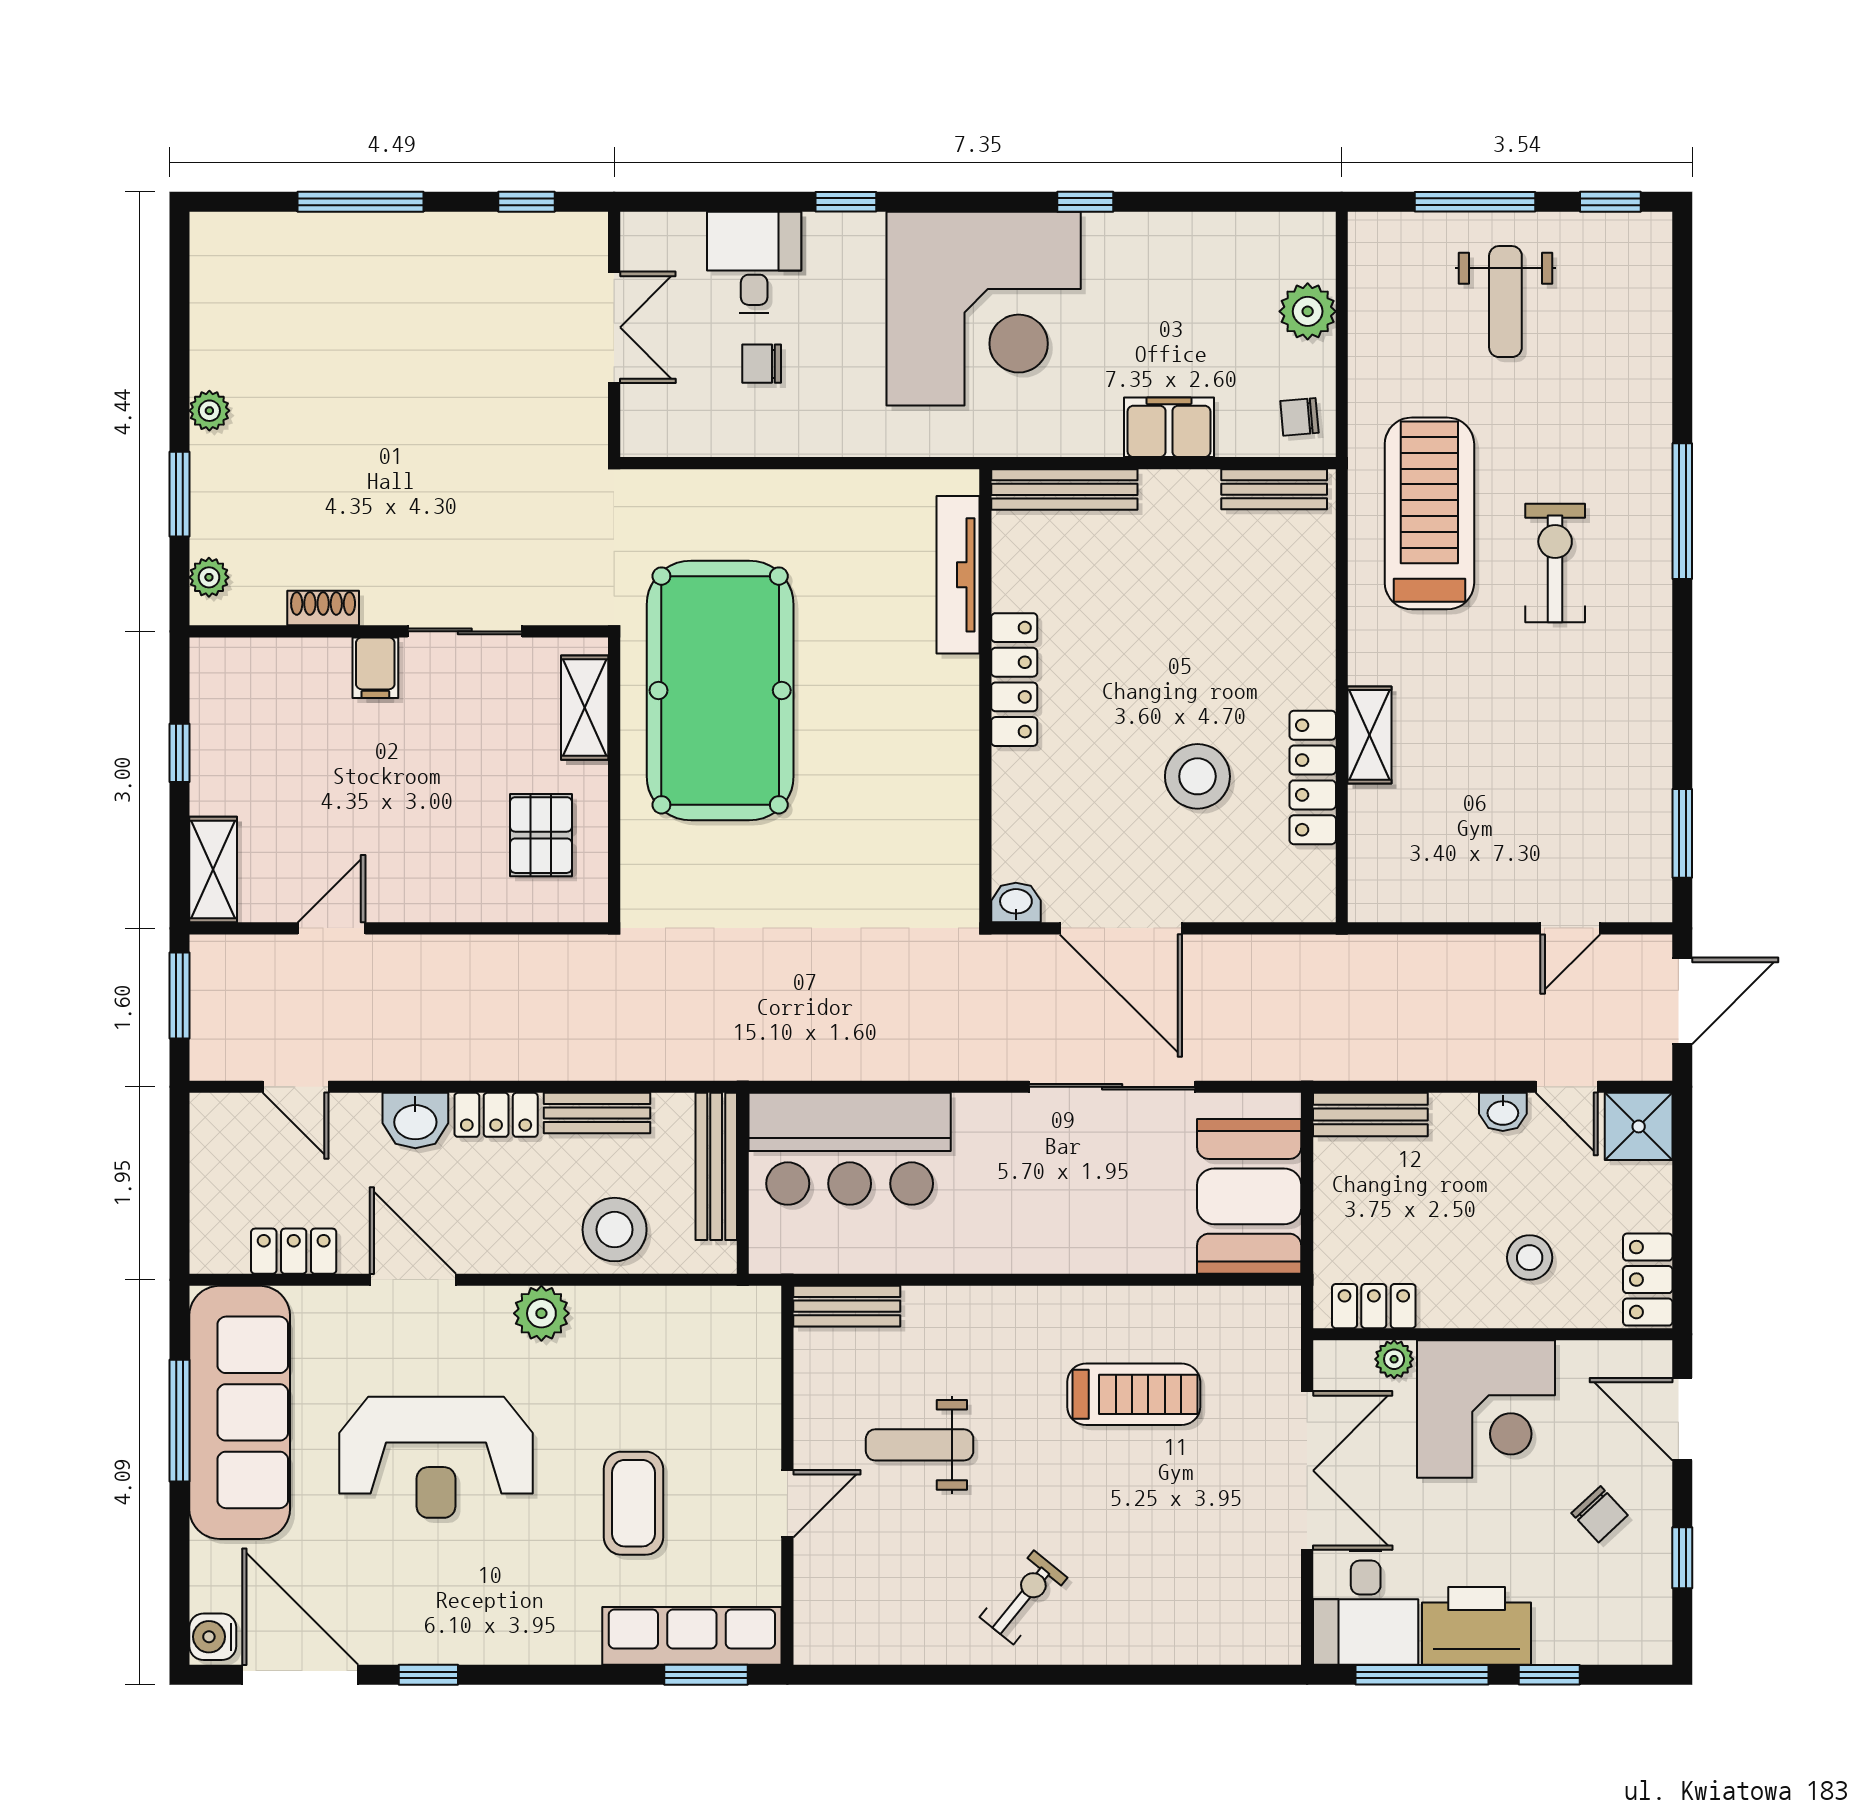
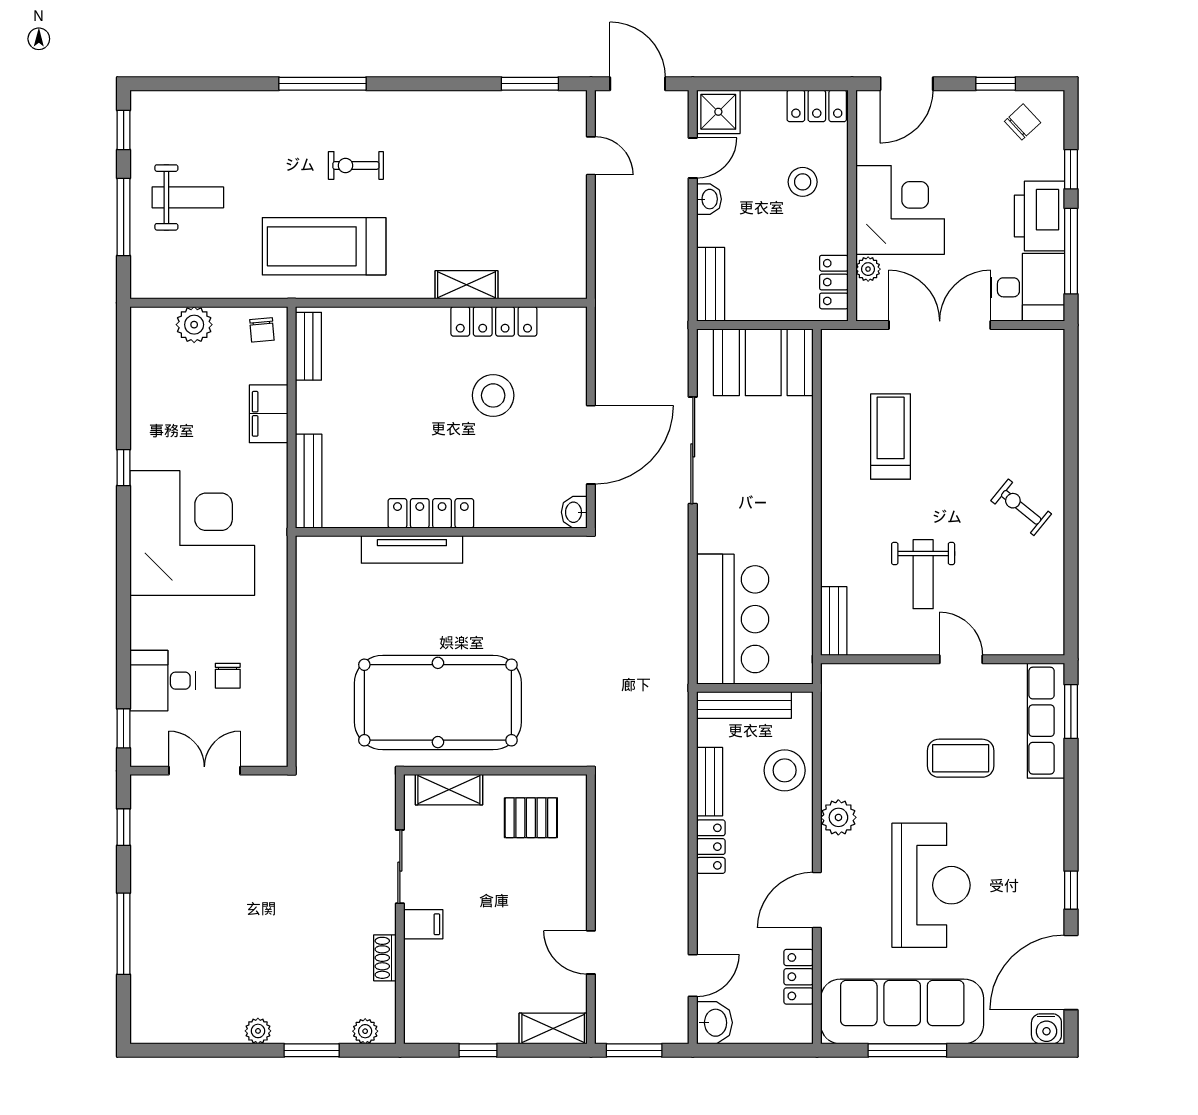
window: (846, 202) -> (124, 728), moved
exercise bike: (1555, 563) -> (356, 165), width x0.73, depth x0.72
tv unit: (958, 575) -> (412, 549), moved
washbasin: (415, 1120) -> (714, 1023), moved
chair: (1600, 1514) -> (1023, 122), moved

